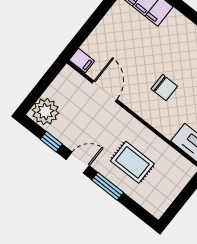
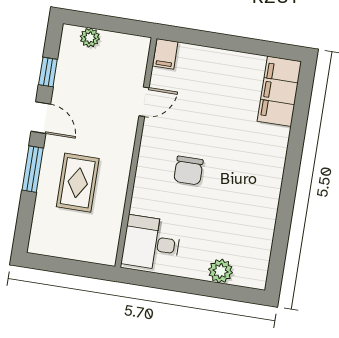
door: (105, 91) -> (144, 102), width x0.73
plant: (45, 112) -> (90, 38), width x0.53, depth x0.53

